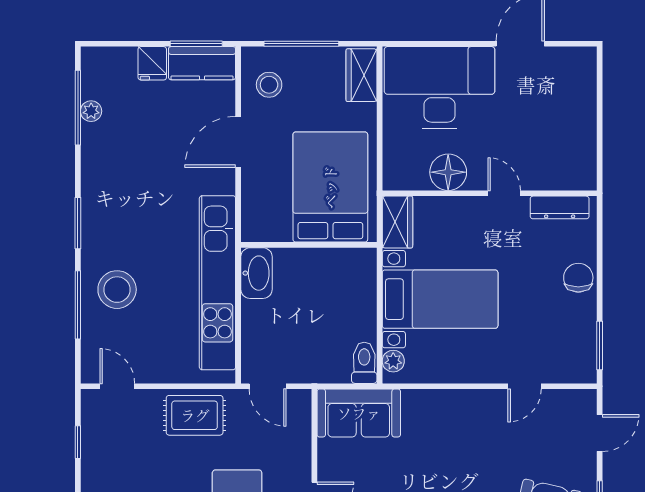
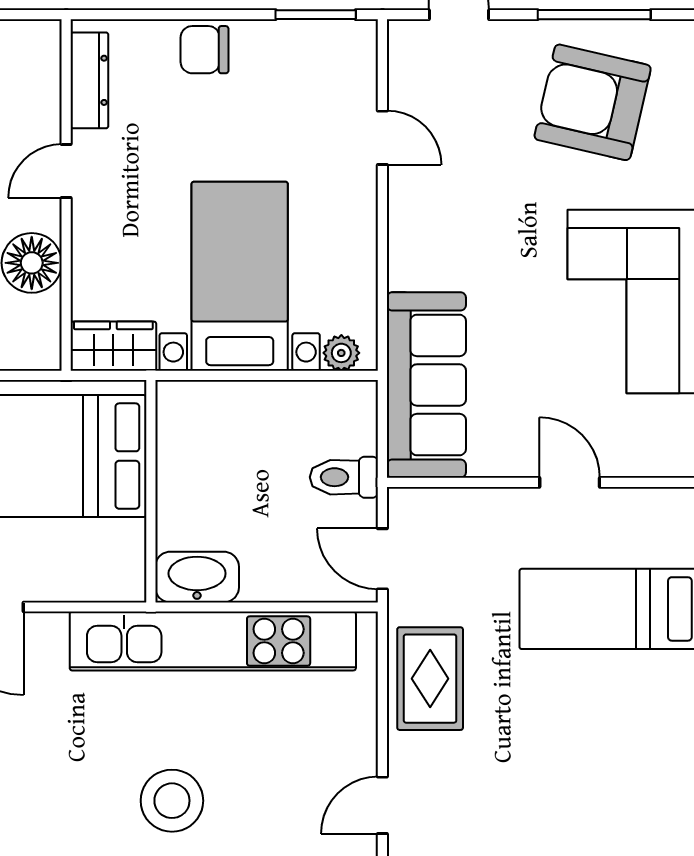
stool: (117, 290) -> (172, 801), moved
toilet: (364, 363) -> (344, 477), moved
door: (268, 386) -> (382, 559), swing flipped
sofa: (359, 413) -> (426, 385), width x1.36

